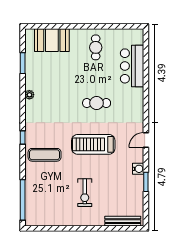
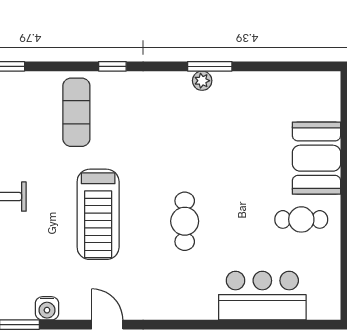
booth: (52, 40) -> (316, 158), moved
window: (23, 63) -> (210, 66), moved
treadmill: (93, 144) -> (98, 214), turned 180

